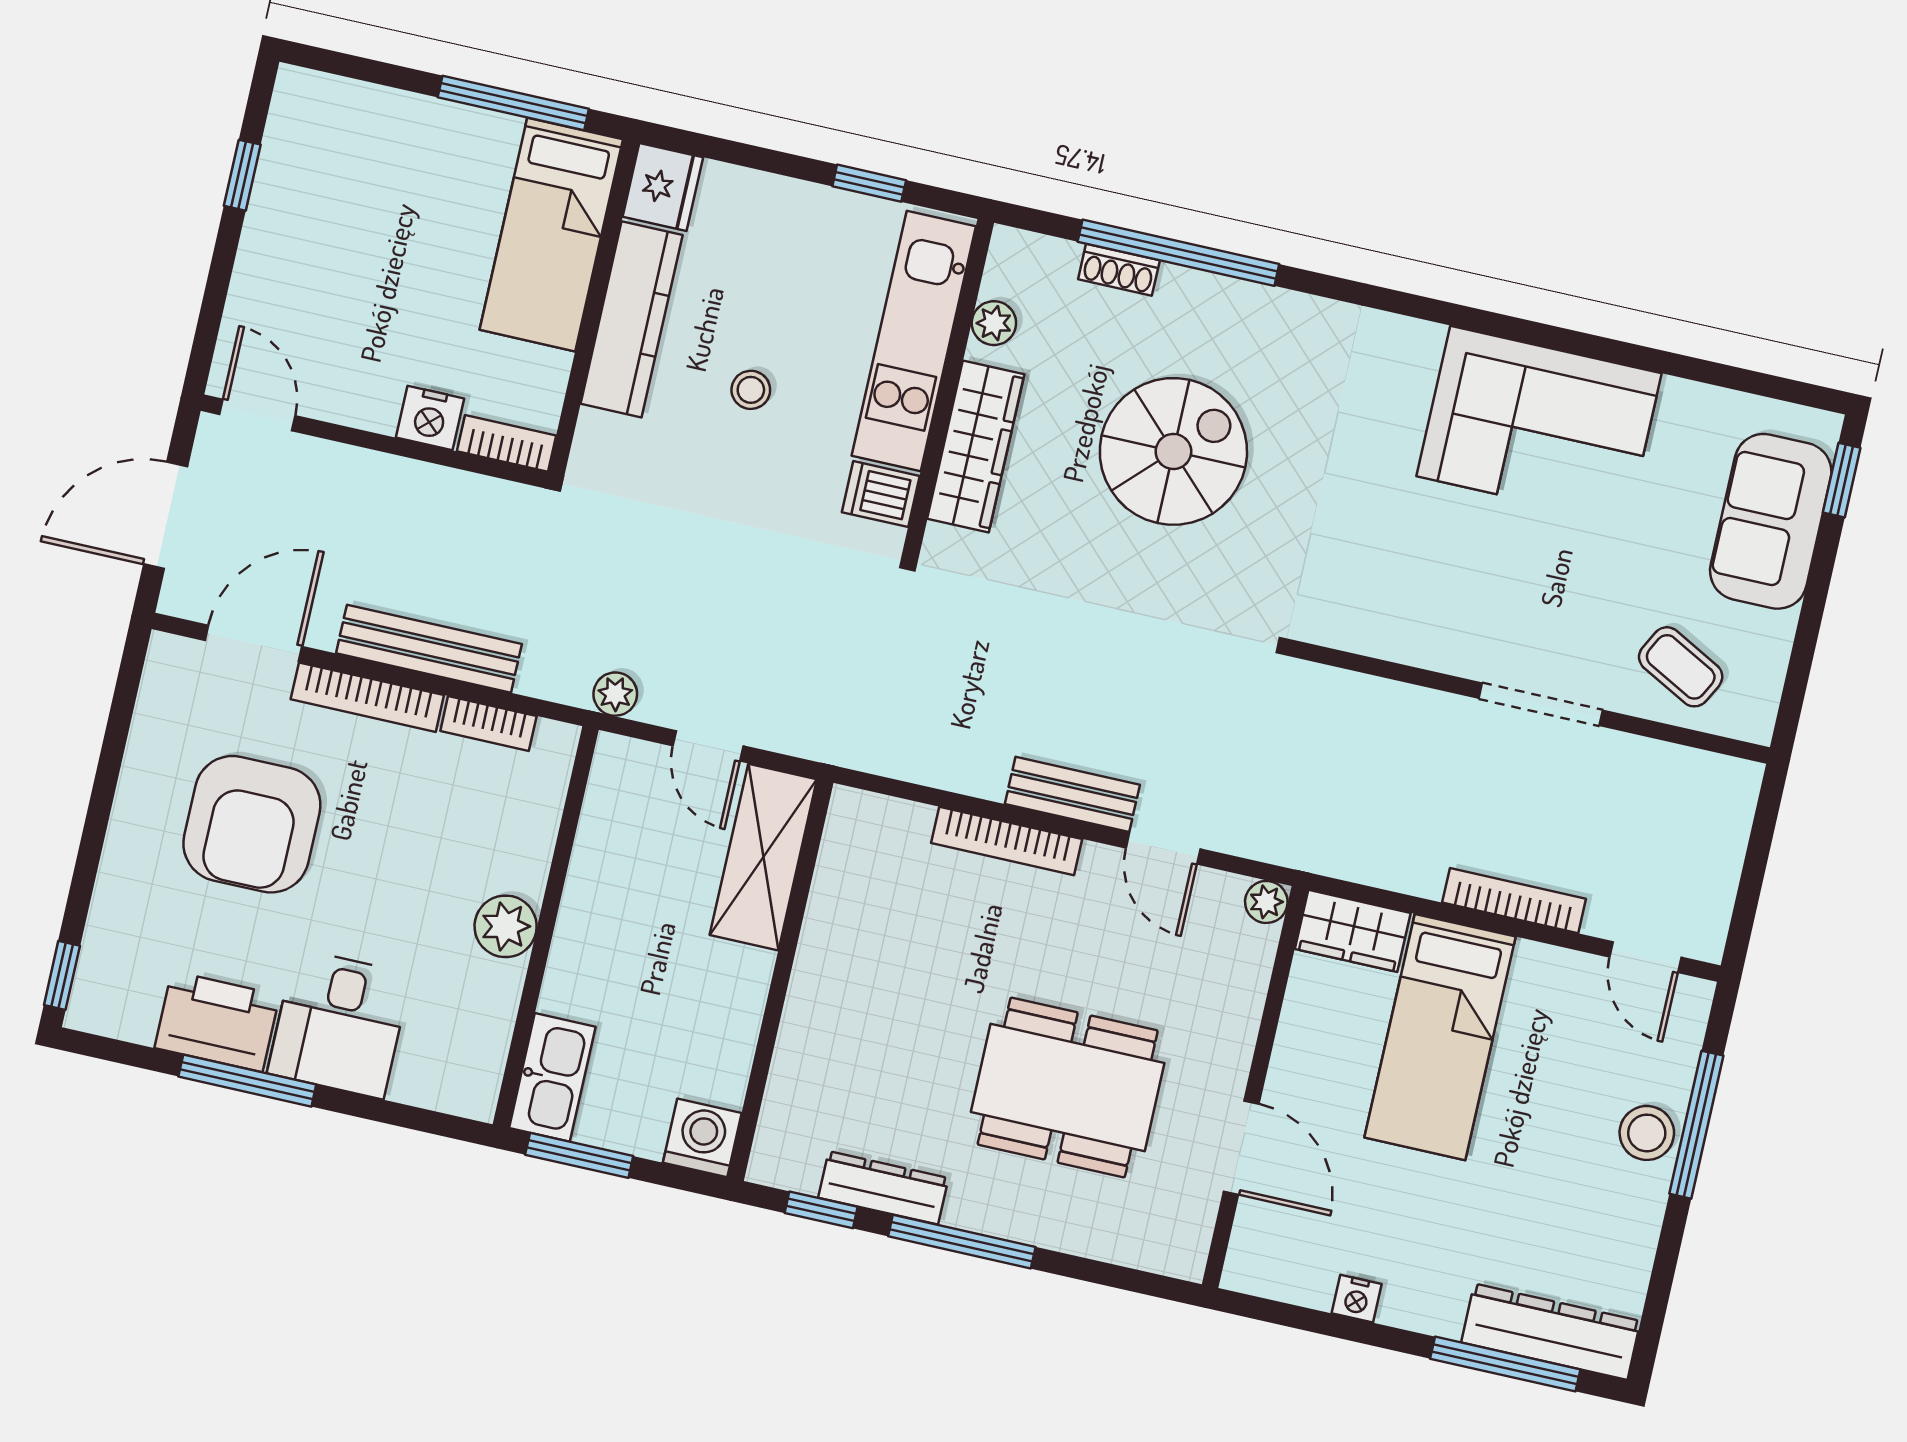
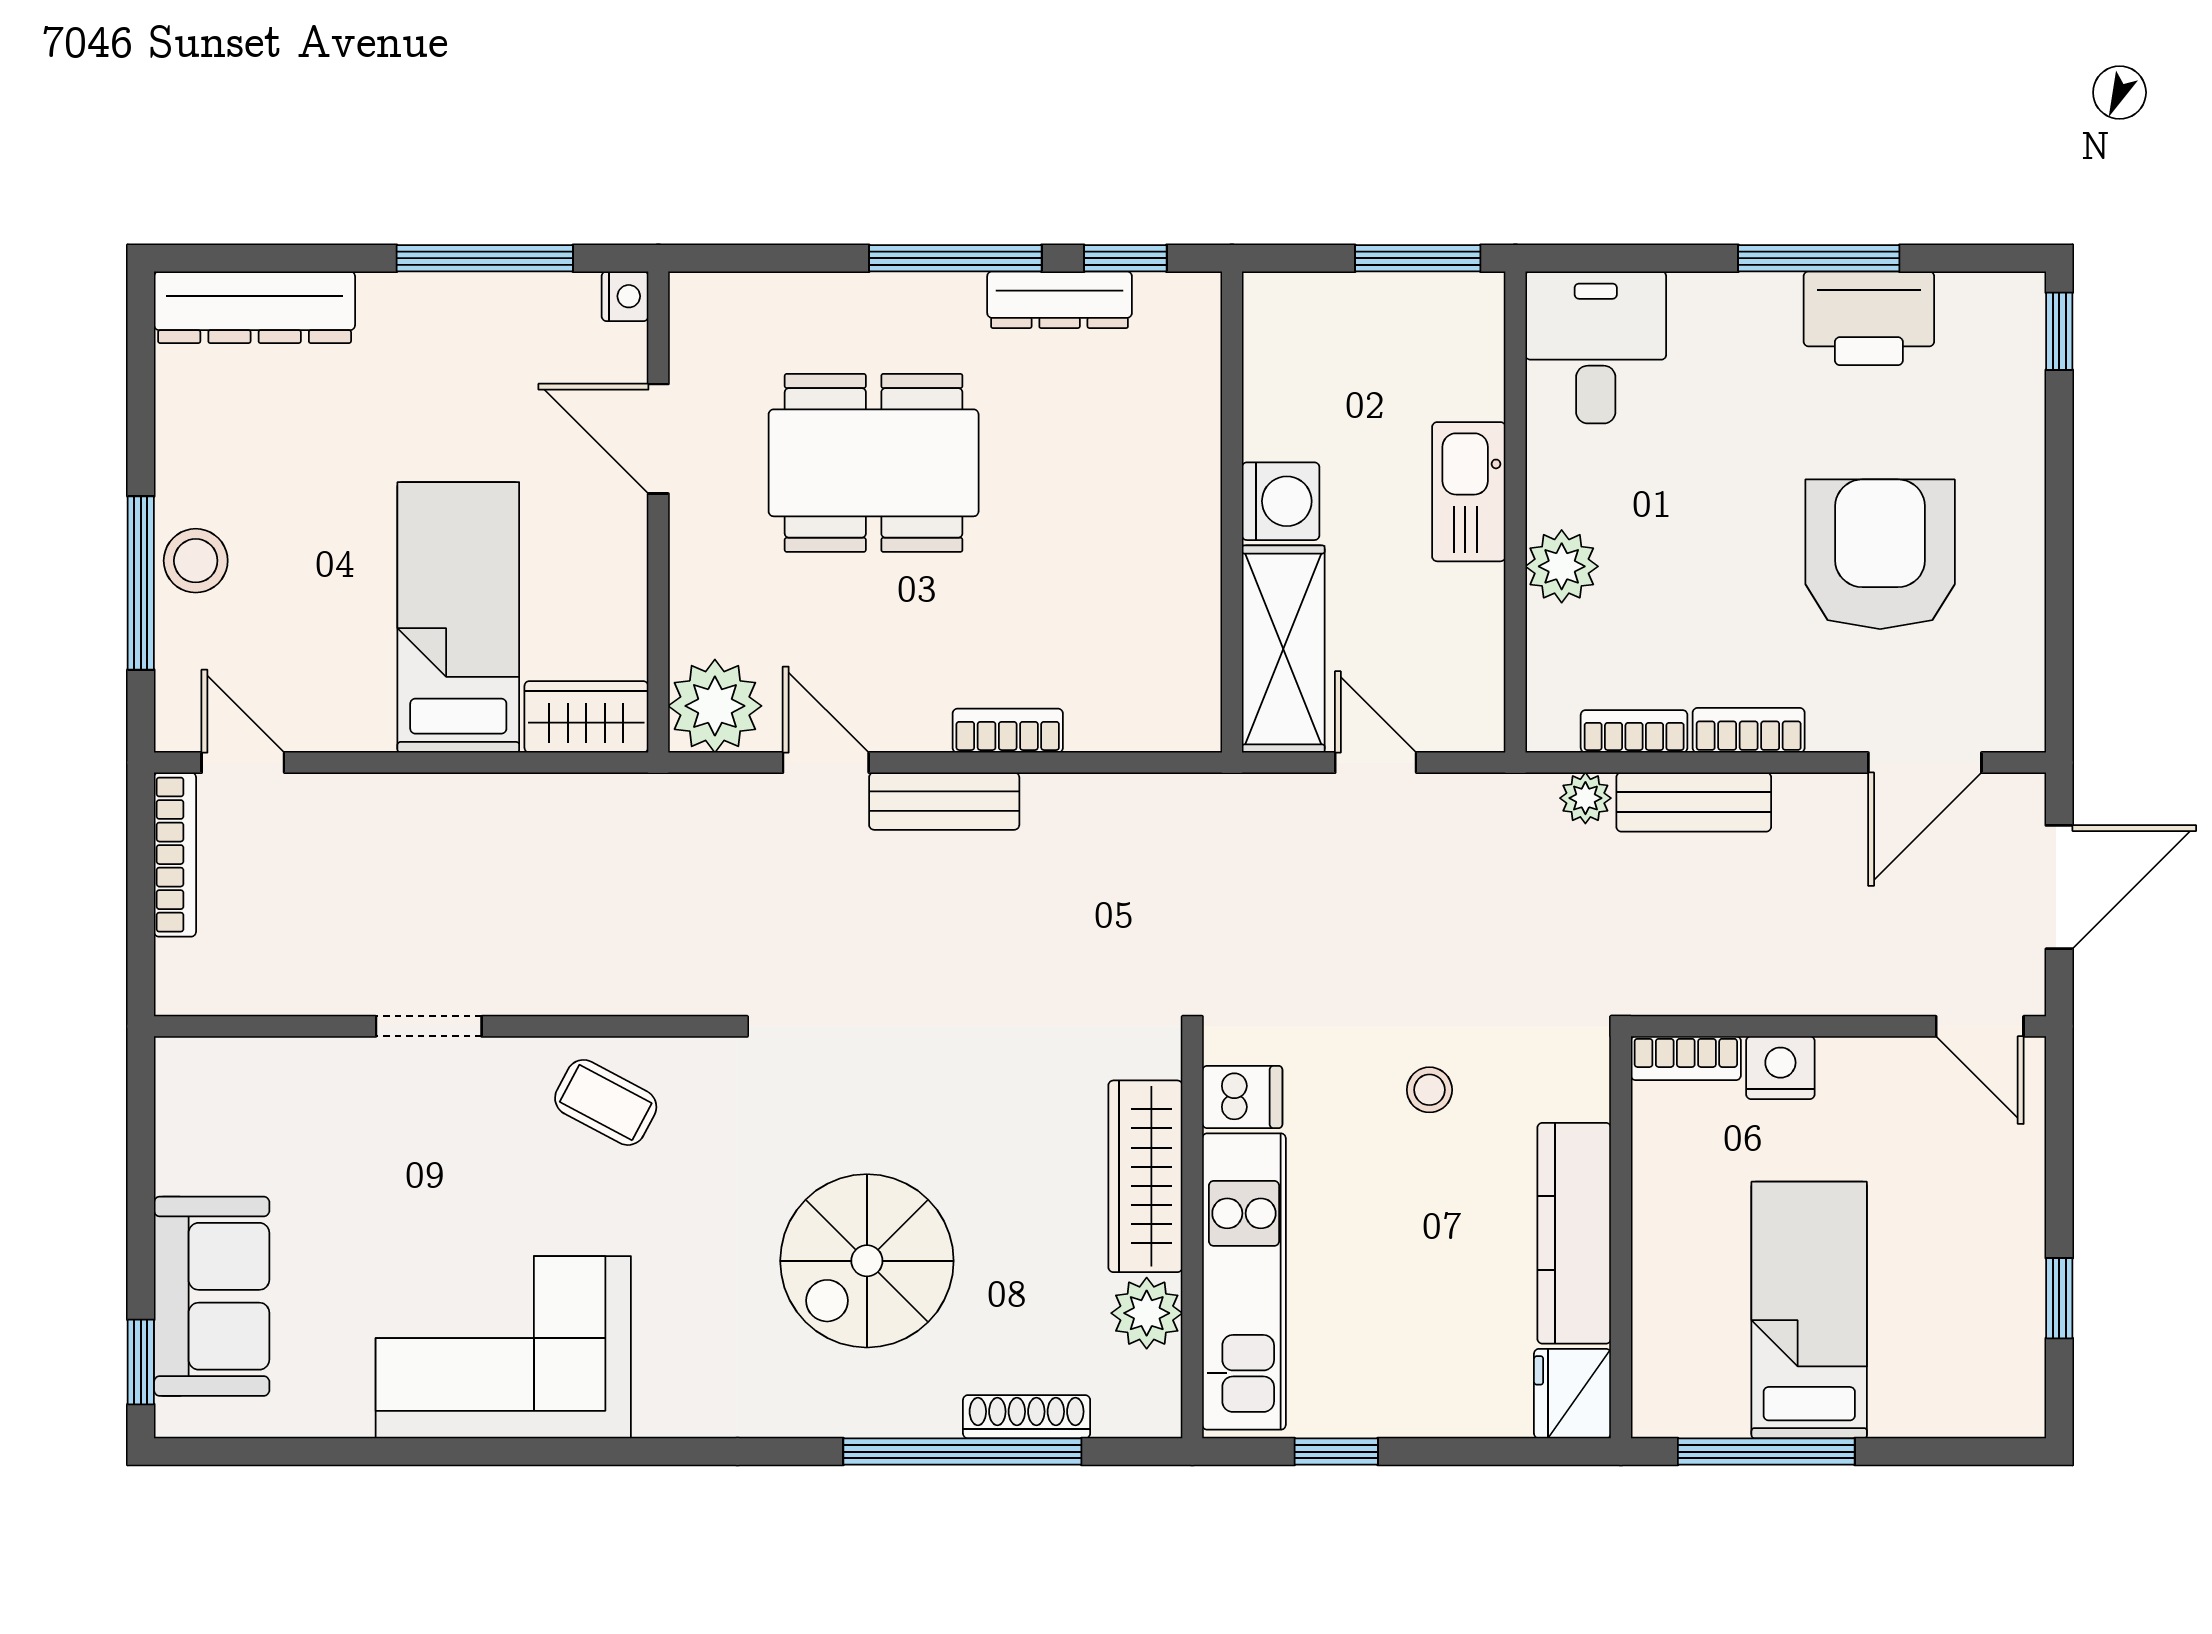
bed: (551, 235) -> (1809, 1310), moved
shoe rack: (1119, 270) -> (1027, 1417), width x1.43
plant: (994, 323) -> (1147, 1313), width x1.38, depth x1.38
stool: (751, 390) -> (1429, 1090), moved
spiral stairs: (1173, 451) -> (867, 1261), moved
bench: (429, 649) -> (1694, 802), width x0.73
coffee table: (1681, 667) -> (606, 1102), moved
plant: (615, 694) -> (1585, 798), moved
bookcase: (367, 697) -> (1749, 730), width x0.64
doorway: (1541, 704) -> (429, 1026), width x0.73
bookcase: (1007, 841) -> (1008, 731), width x0.64
bookcase: (1514, 901) -> (175, 855), moved, turned -90
plant: (1266, 902) -> (715, 706), width x1.87, depth x1.87
plant: (506, 926) -> (1562, 566), moved
desk: (339, 1024) -> (1596, 347), moved
kitchen sink: (552, 1077) -> (1469, 492), moved
washing machine: (702, 1138) -> (1281, 501), moved, turned -90
nightstand: (1357, 1299) -> (625, 296), moved, turned 90
window: (1505, 1364) -> (485, 258), moved

